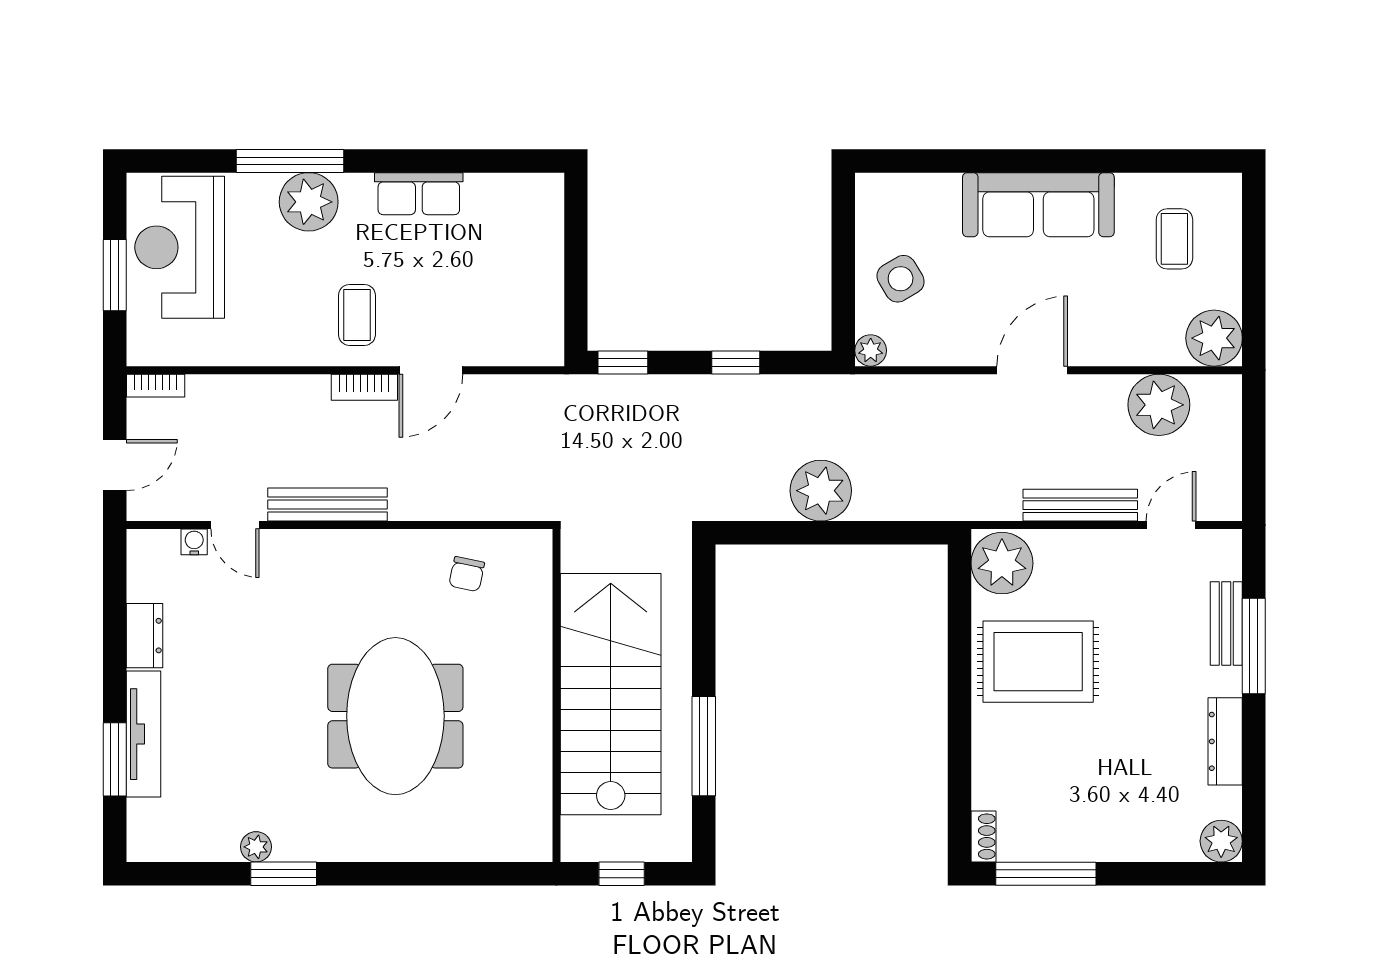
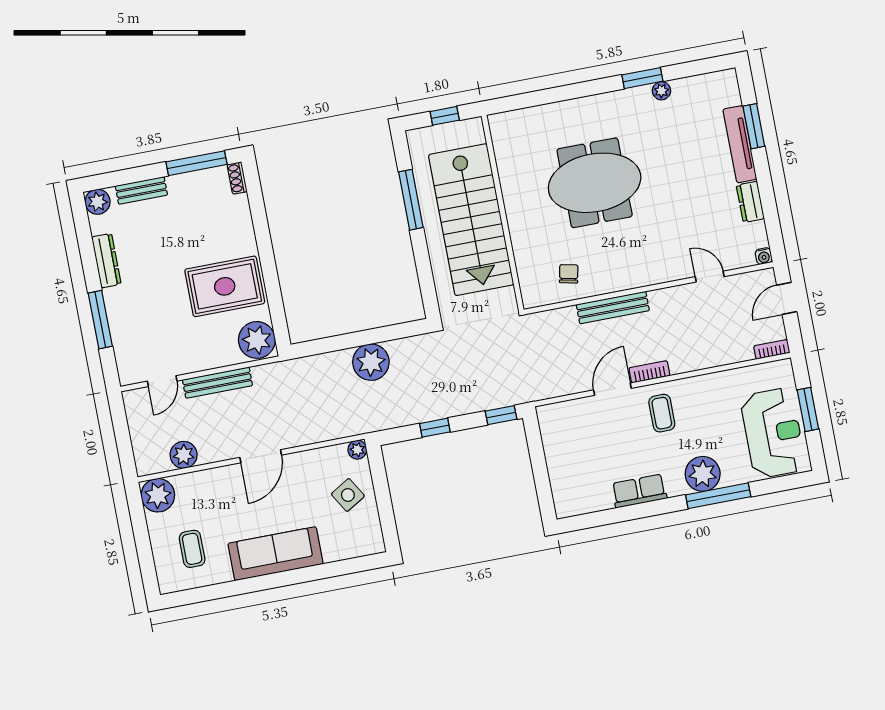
plant: (1159, 405) -> (184, 455), width x0.73, depth x0.73
bench: (328, 505) -> (613, 308), moved
water cooler: (194, 542) -> (764, 256), moved
bench: (1226, 623) -> (141, 190), moved, turned 90
meeting table: (395, 716) -> (595, 183), turned 90

